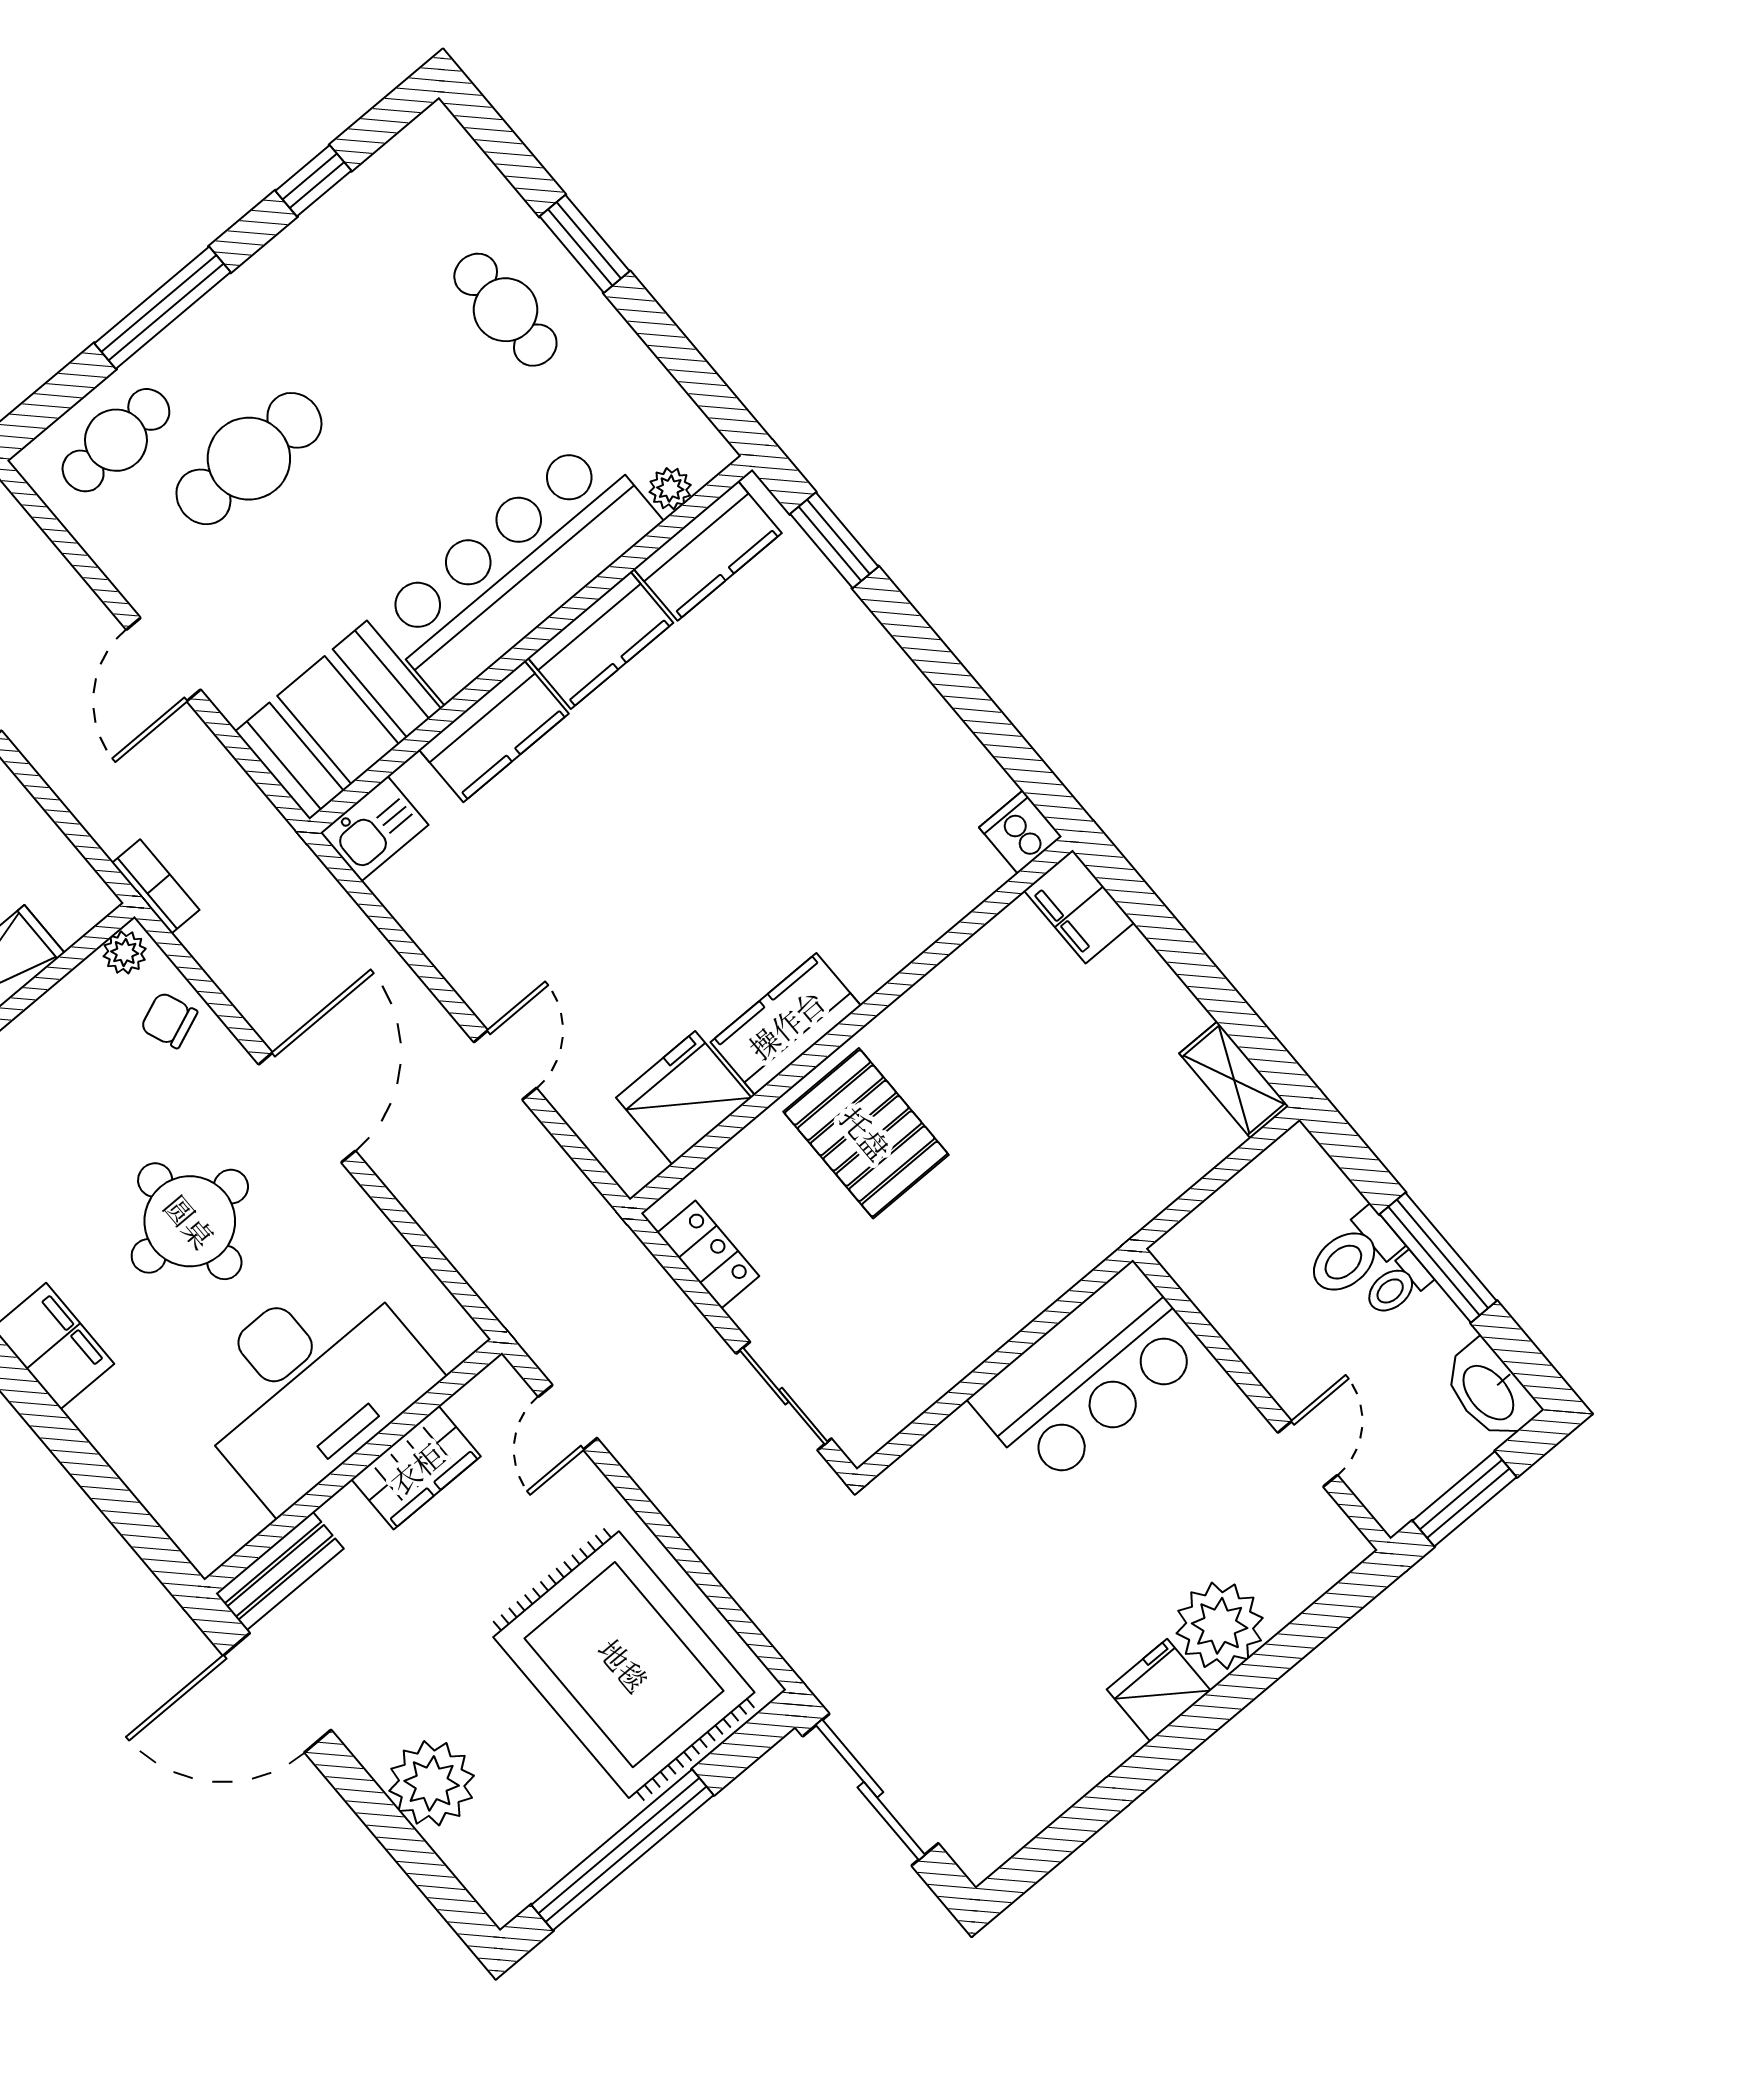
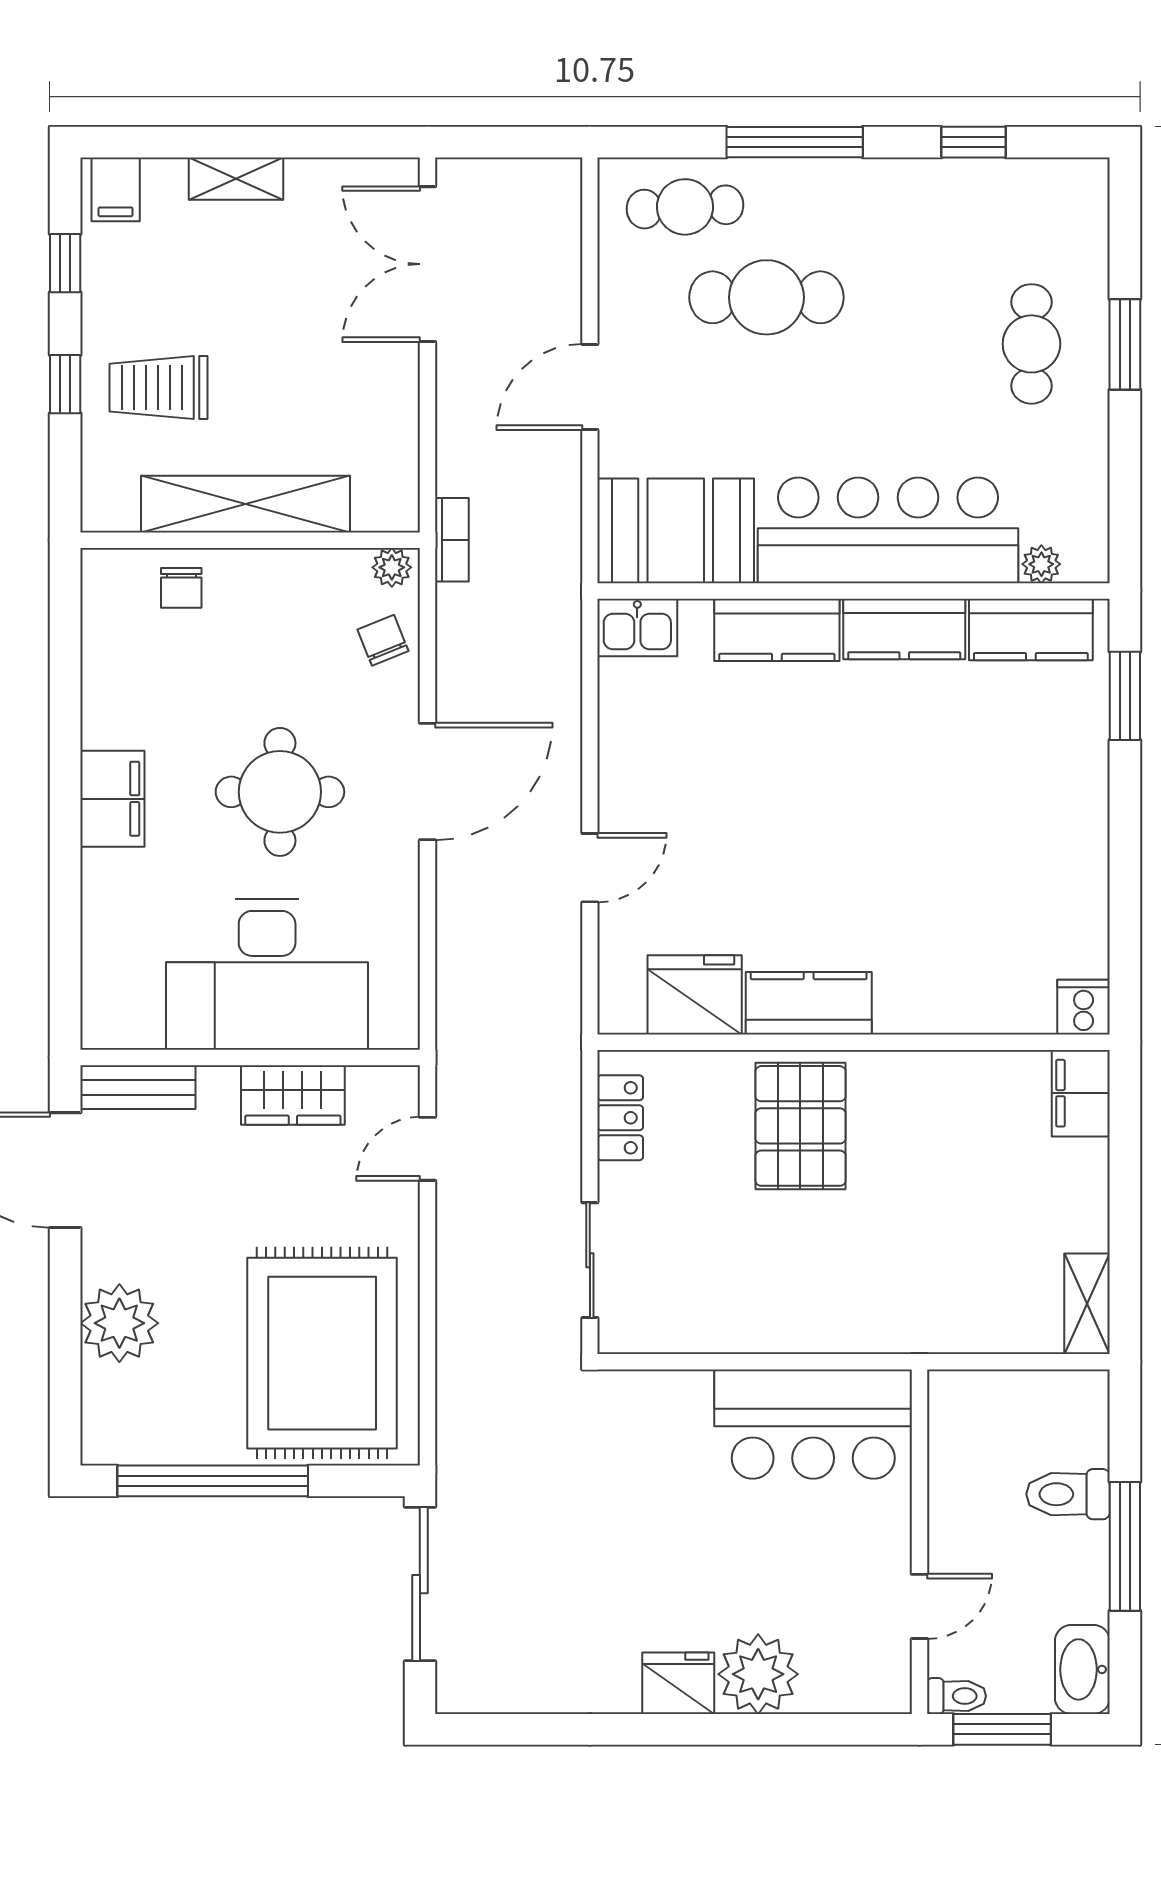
toilet: (1397, 1285) -> (956, 1696), moved, turned 180

